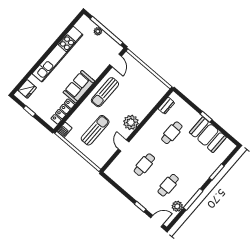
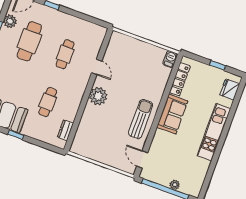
kitchen unit: (58, 54) -> (214, 132), width x0.73
sun lounger: (95, 130) -> (135, 72), removed
cafe table: (168, 185) -> (29, 41), width x1.37, depth x1.35

